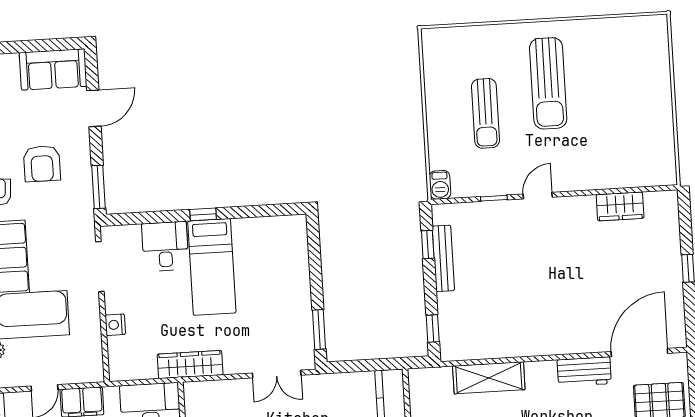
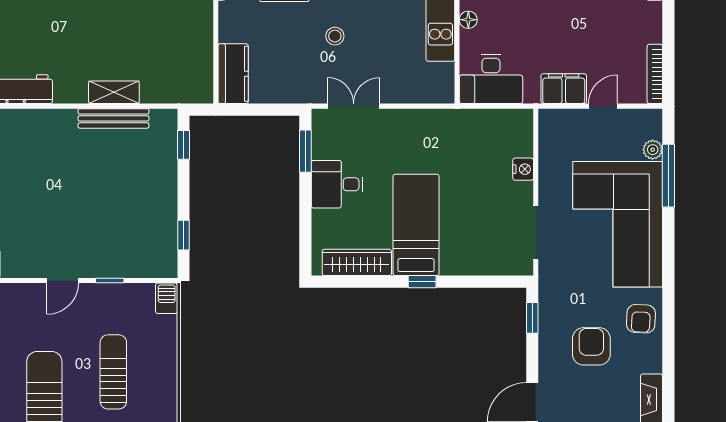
window: (99, 187) -> (532, 318), width x0.67
desk: (165, 246) -> (337, 184), moved, turned 90
bench: (443, 258) -> (114, 118), moved, turned 90
wardrobe: (190, 364) -> (357, 262), moved, turned 180
shelving: (489, 378) -> (114, 92), width x0.67, depth x0.75

